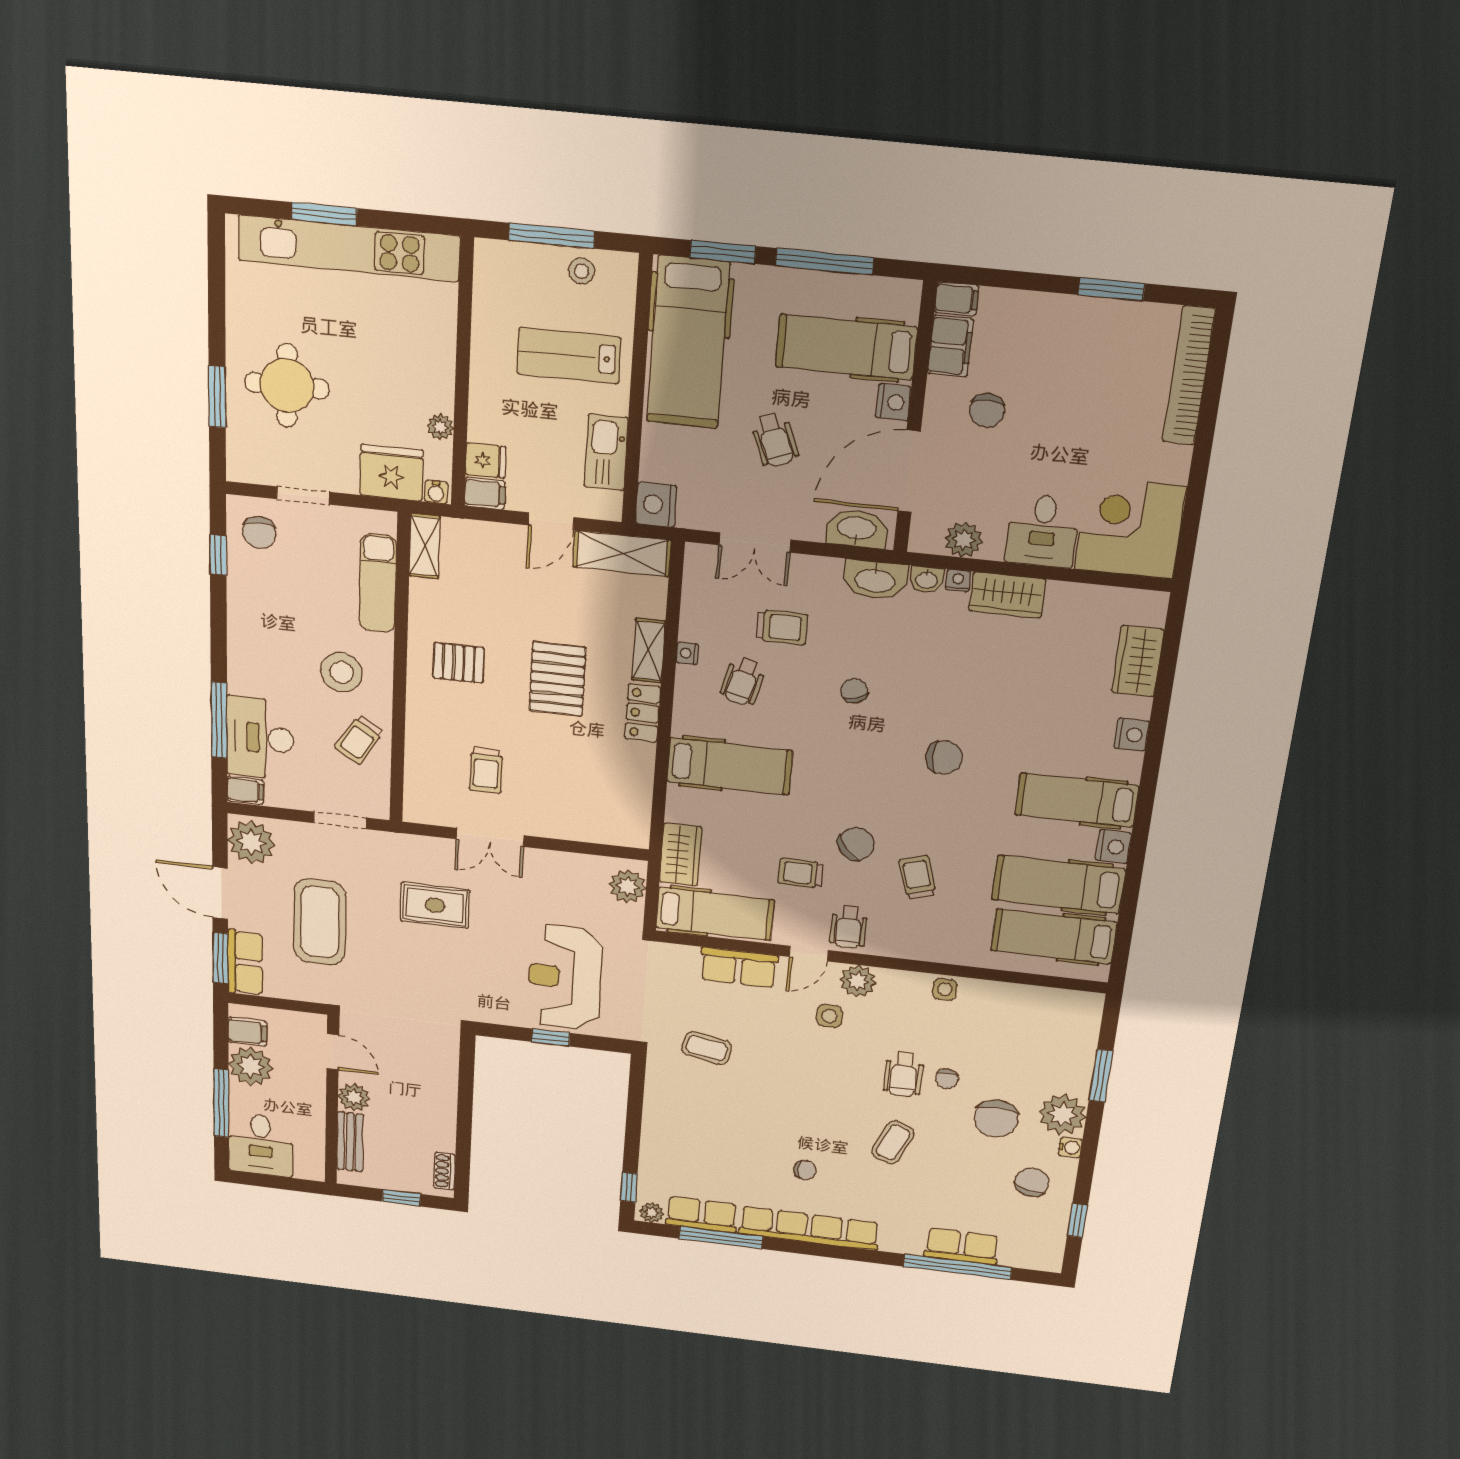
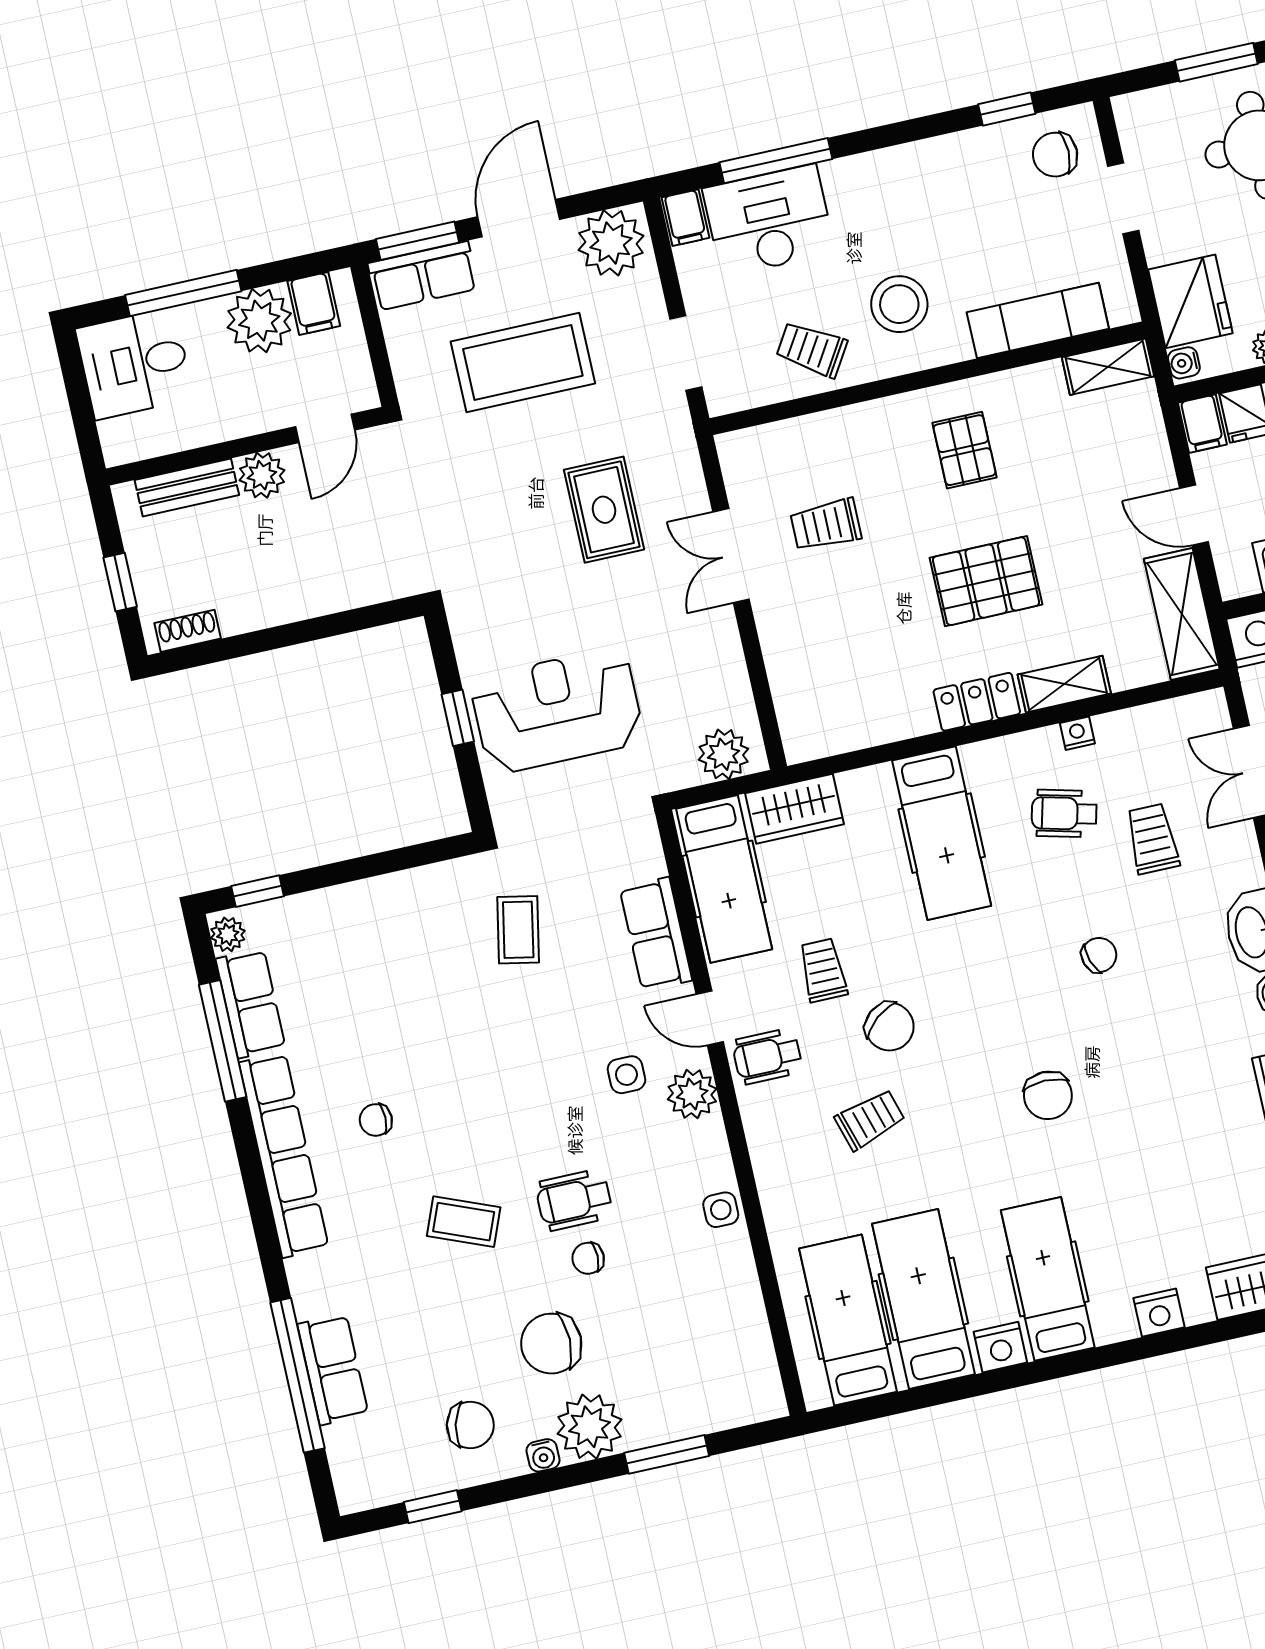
trolley: (782, 627) -> (1152, 839), turned 180
chair: (805, 1170) -> (376, 1120), turned 90

